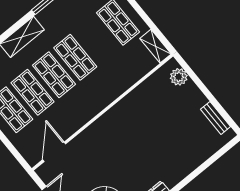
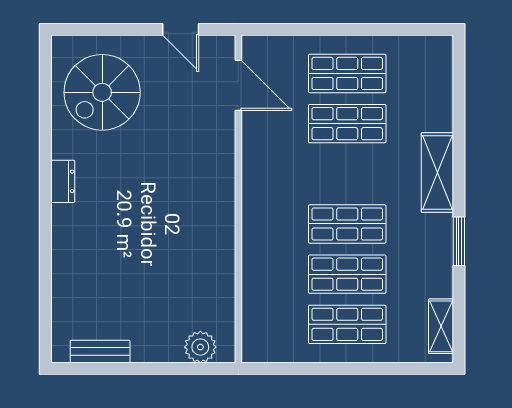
shelving: (155, 46) -> (270, 350), removed
shop shelf: (54, 75) -> (347, 274), moved

